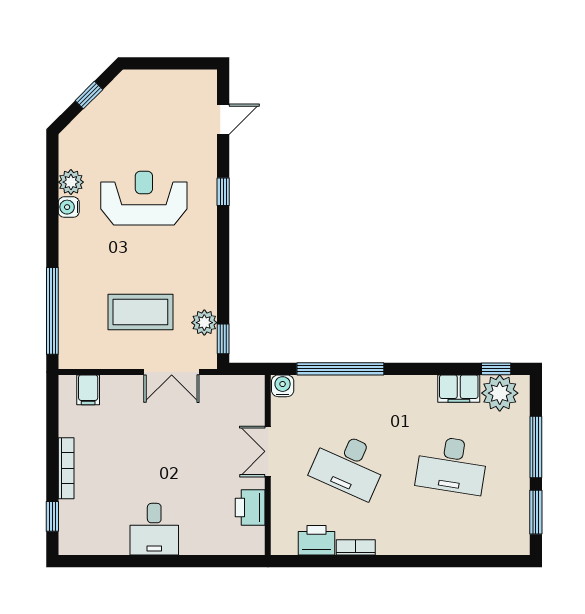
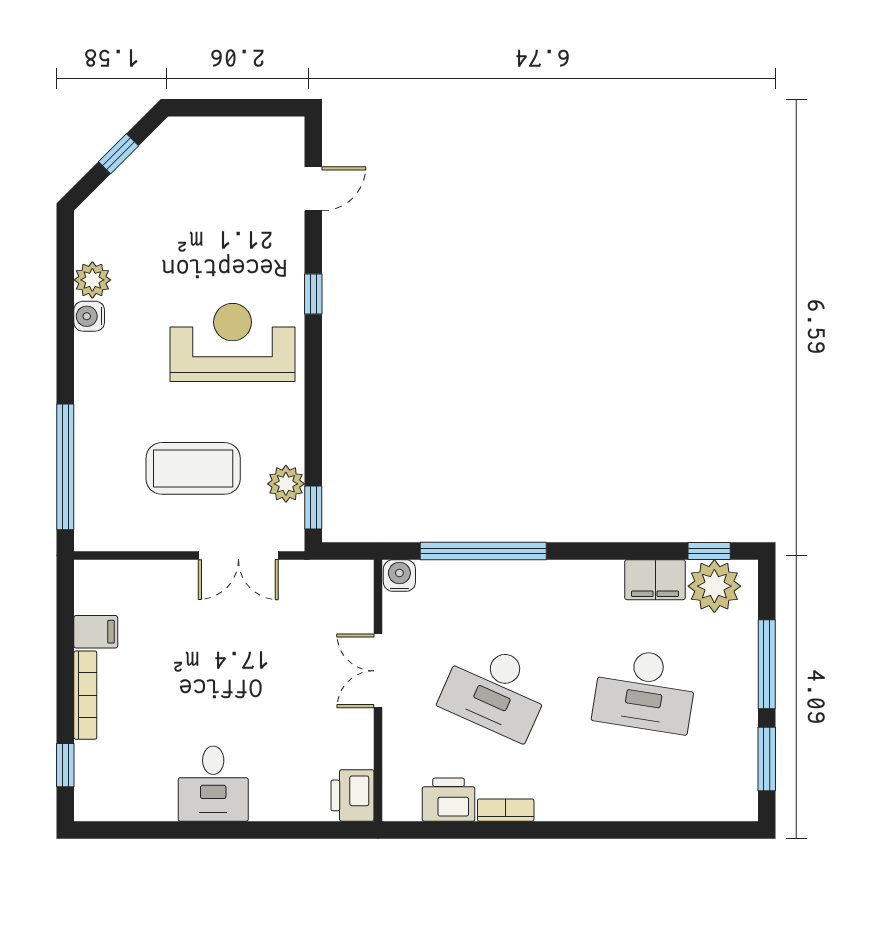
reception desk: (144, 198) -> (233, 342), moved
filing cabinet: (88, 390) -> (96, 632), moved, turned -90
printer: (250, 508) -> (352, 795), moved

